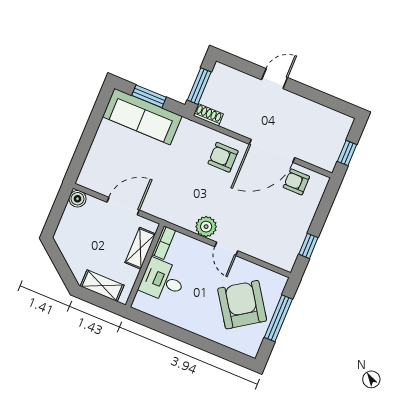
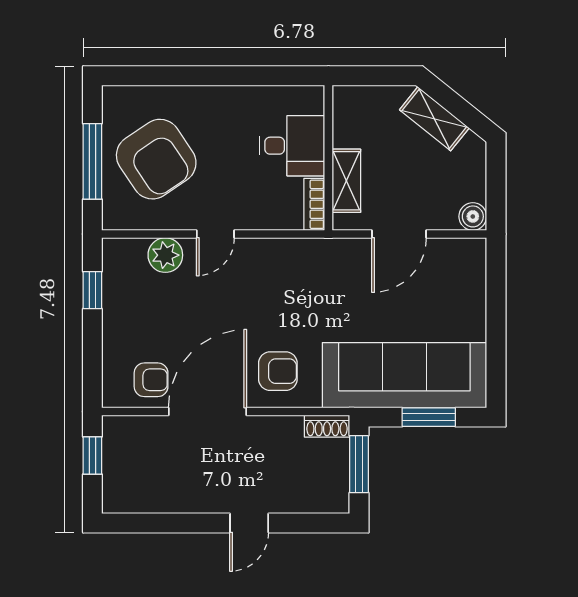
sofa: (142, 117) -> (404, 375), width x1.36, depth x1.27
plant: (206, 227) -> (165, 255), moved
door: (226, 249) -> (215, 234), swing flipped
shelving: (102, 286) -> (434, 119), moved, turned 39

